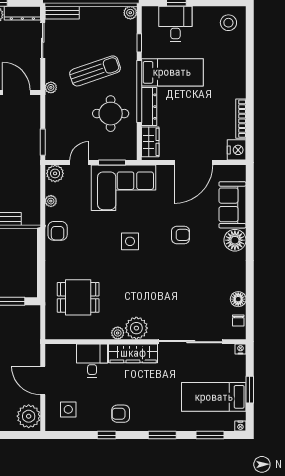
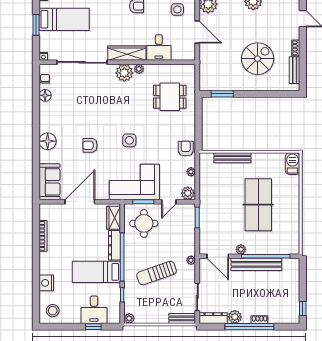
round table: (111, 114) -> (144, 223), moved
nightstand: (237, 150) -> (46, 283), moved
sofa: (232, 205) -> (49, 182), moved

